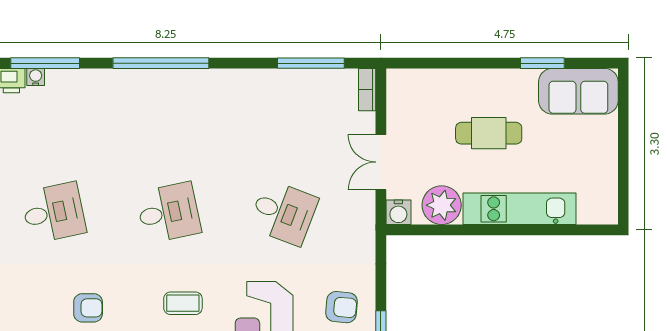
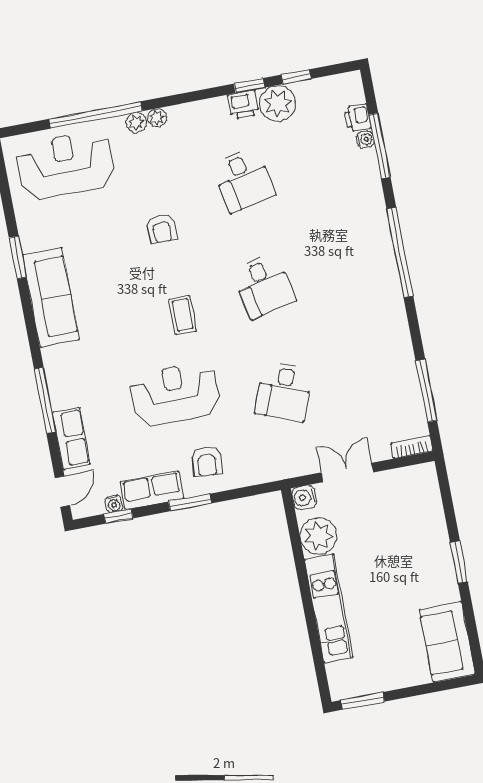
window: (542, 63) -> (459, 562), moved
cafe table: (489, 133) -> (393, 567), removed
window: (623, 192) -> (363, 701), added

